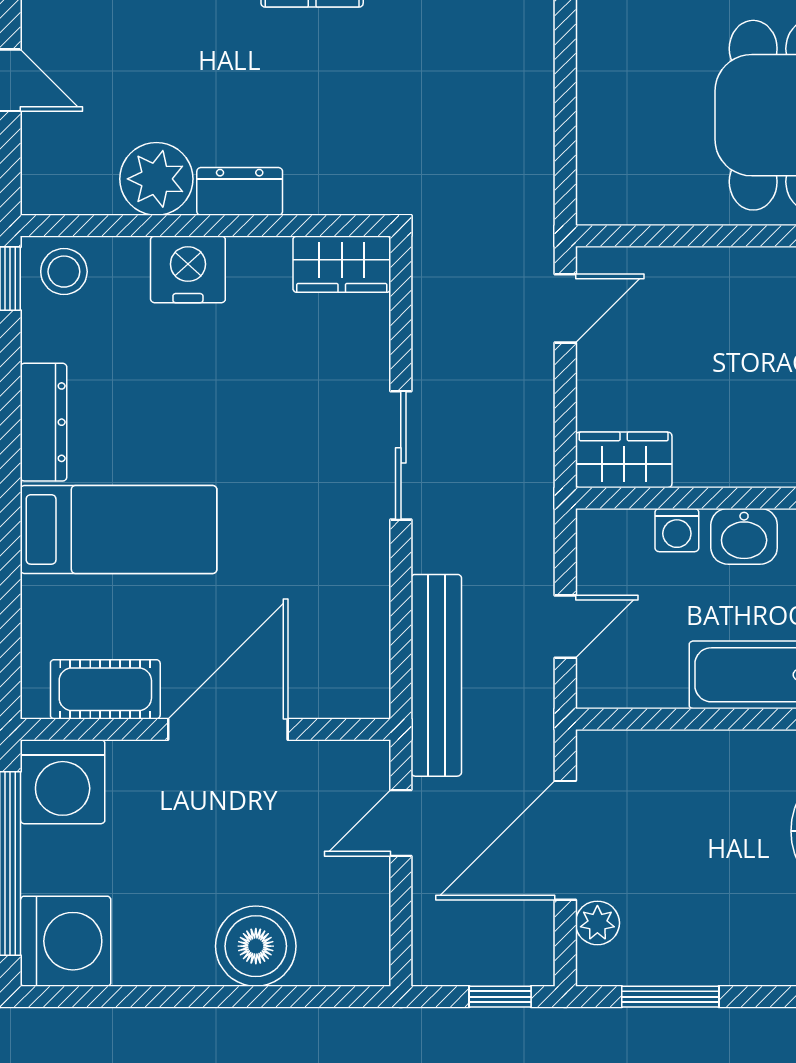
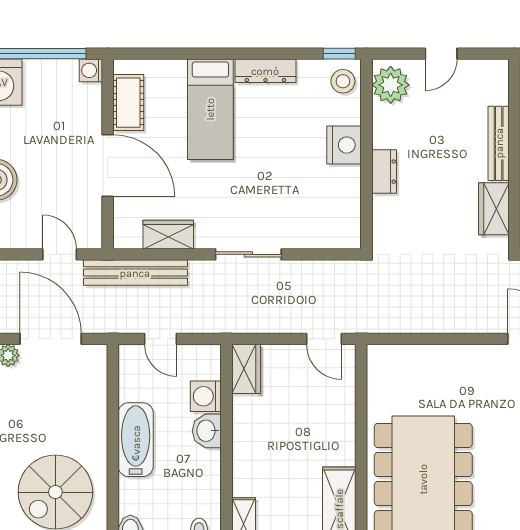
plant: (156, 179) -> (391, 85), moved
wardrobe: (342, 264) -> (168, 235), moved, turned 90
washing machine: (677, 530) -> (206, 396), width x1.38, depth x1.38
washing machine: (63, 782) -> (91, 70), width x0.53, depth x0.53

